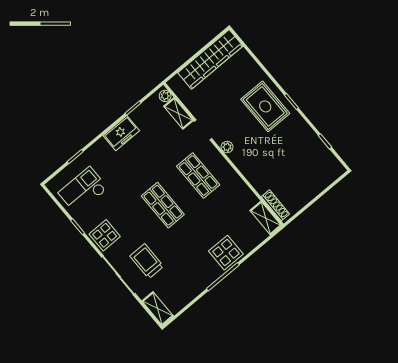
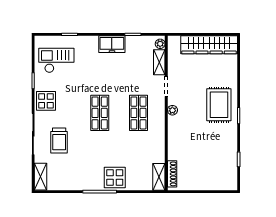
trolley: (147, 261) -> (59, 140), turned 180

